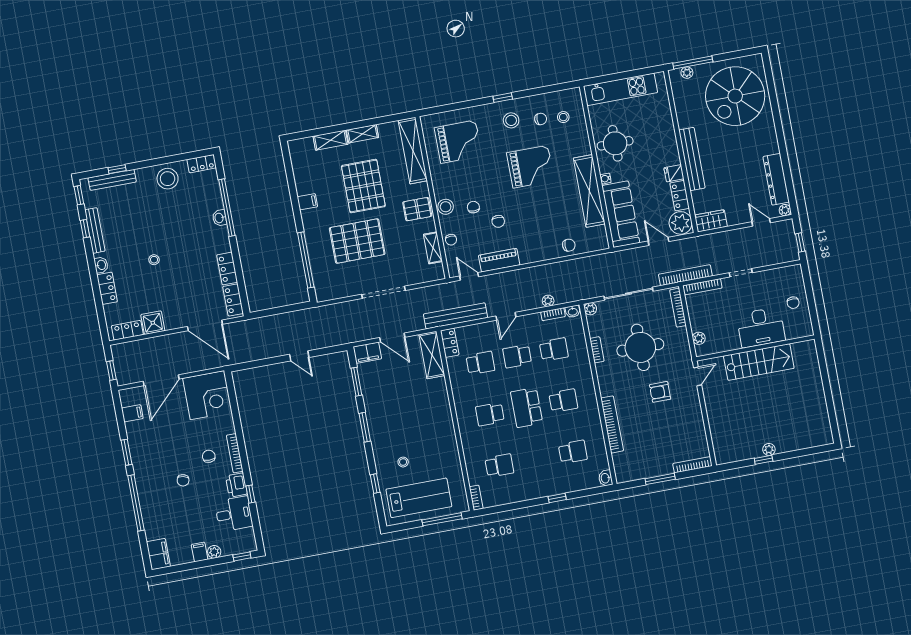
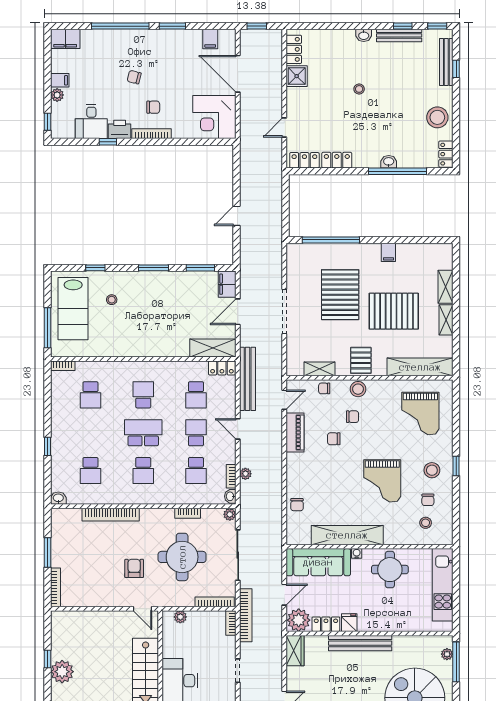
bookcase: (702, 287) -> (231, 623), width x0.64
locker: (107, 288) -> (339, 37), removed
door: (205, 325) -> (284, 128), width x0.53
plant: (769, 449) -> (62, 672), width x1.88, depth x1.88

